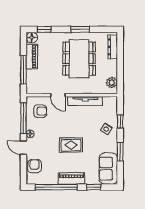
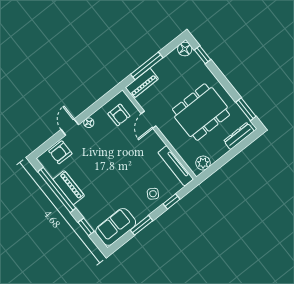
window: (80, 29) -> (246, 109), moved
piano: (32, 57) -> (142, 83), moved
tv unit: (85, 101) -> (176, 166), moved
window: (24, 118) -> (99, 104), removed
rug: (71, 145) -> (110, 172), removed
armchair: (35, 166) -> (60, 152), turned 180
piano: (72, 178) -> (69, 188), moved

